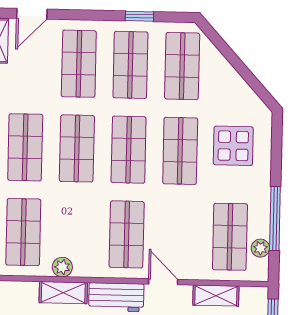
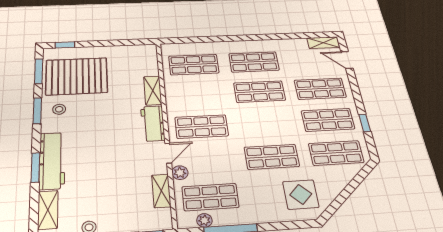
display table: (233, 146) -> (301, 194), moved
shop shelf: (129, 150) -> (265, 123), removed
plant: (62, 267) -> (180, 173), moved

